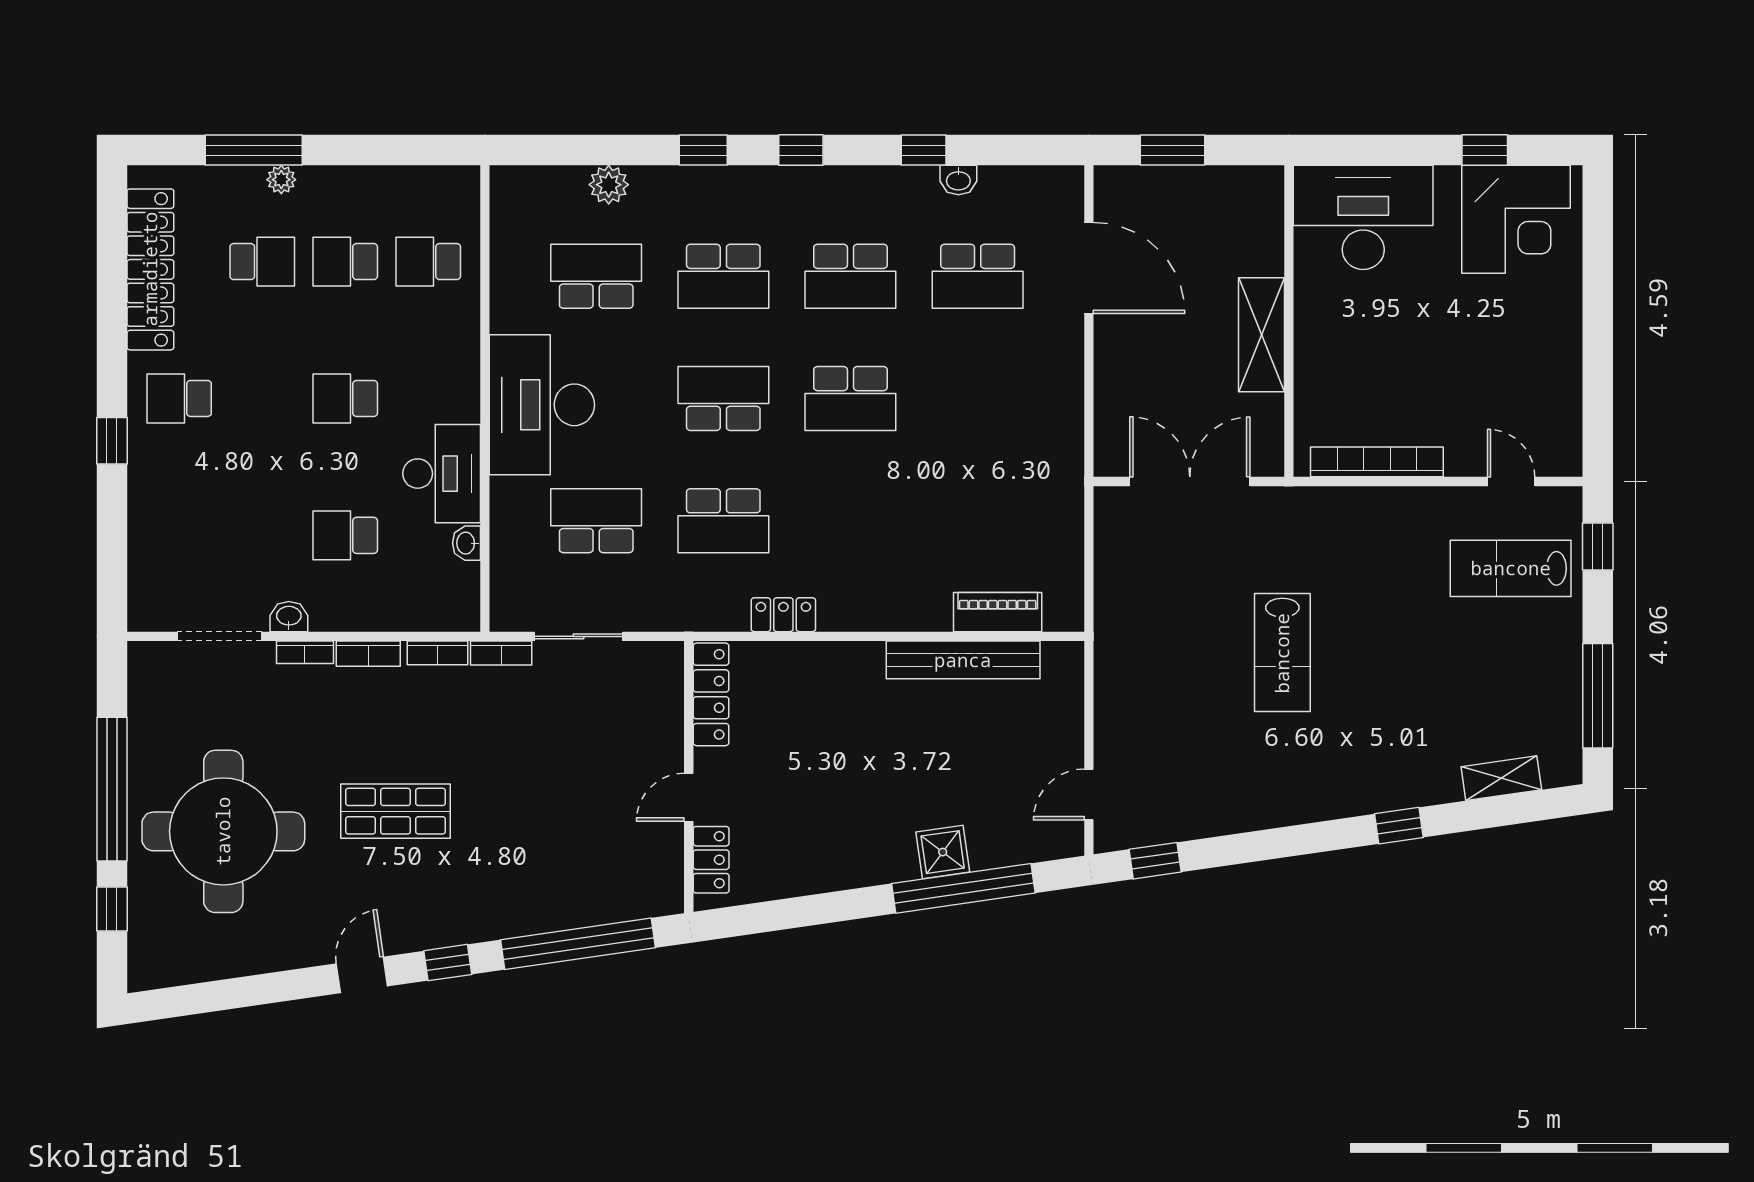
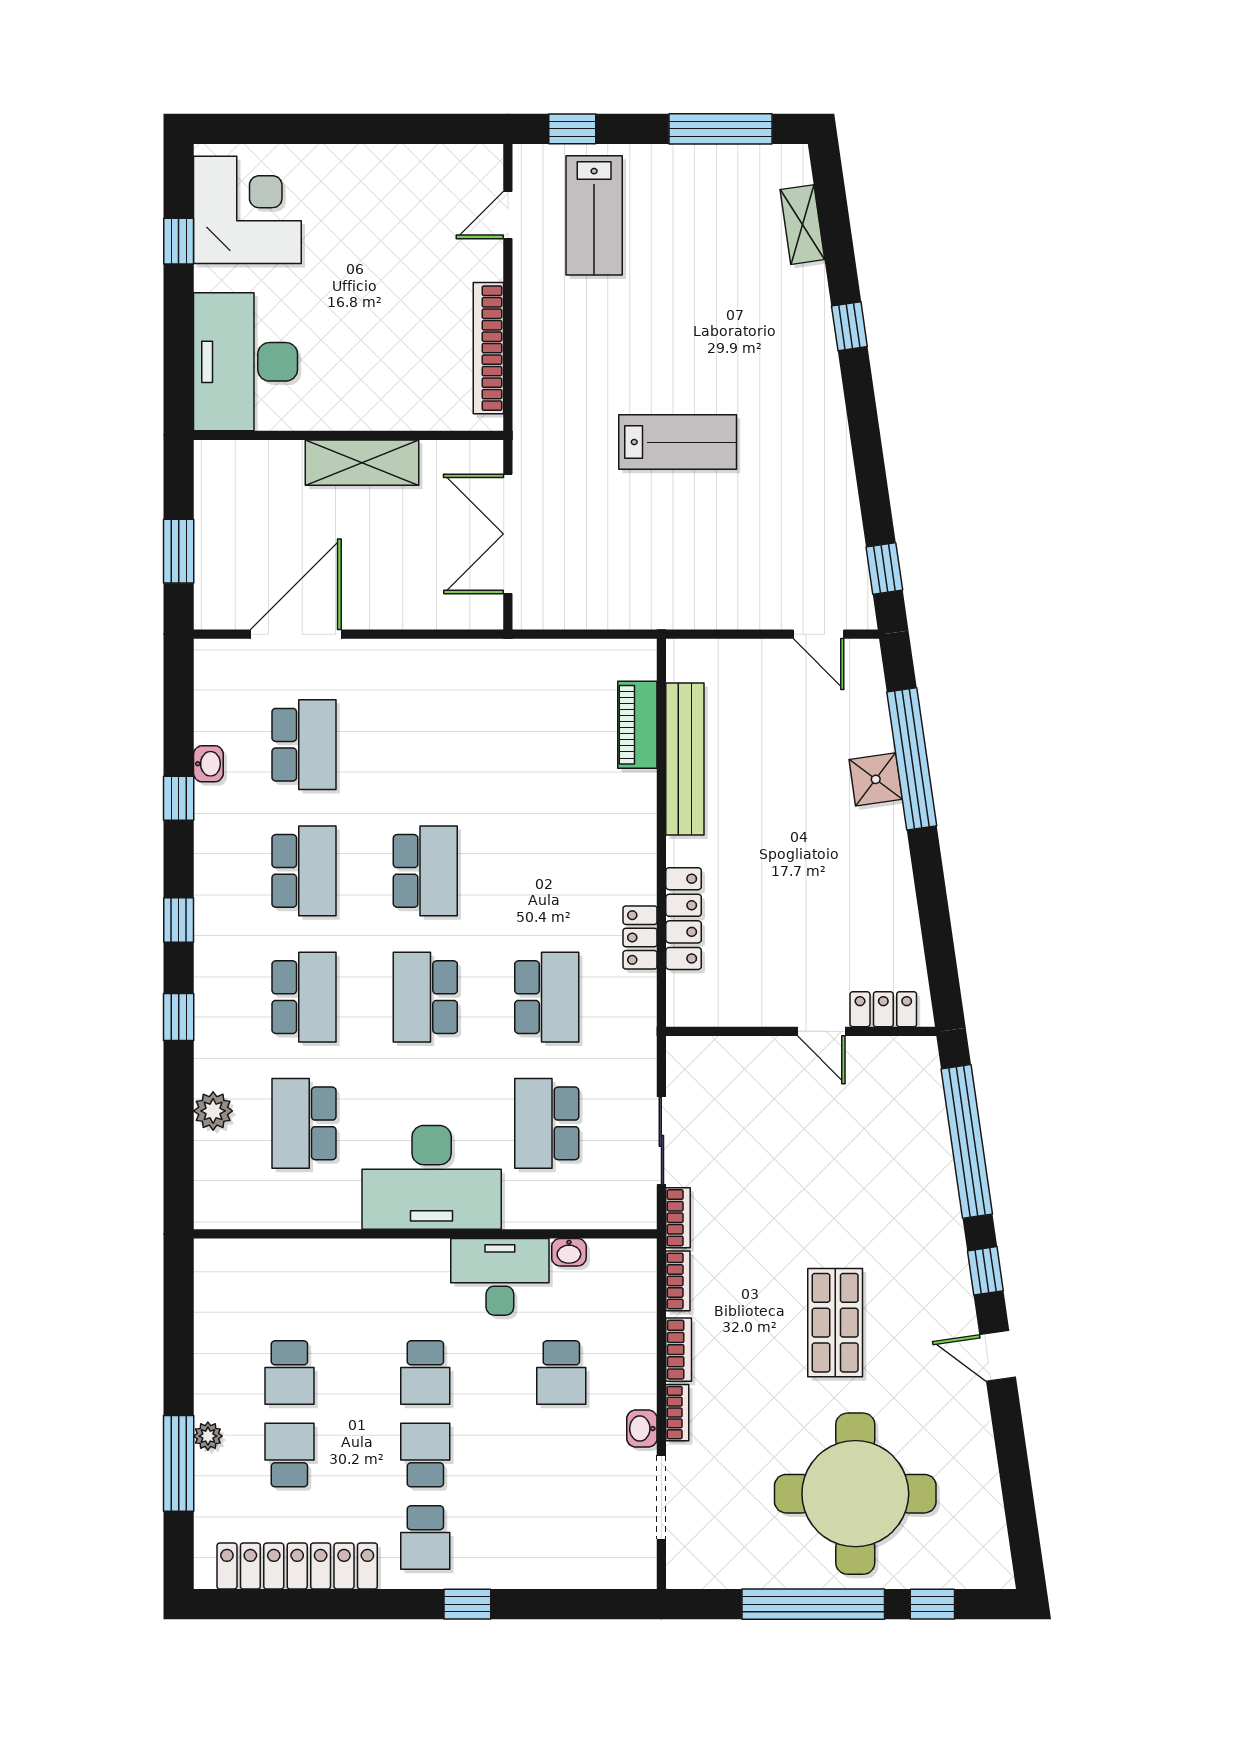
school desk: (428, 262) -> (425, 1455), moved, turned 180
locker: (711, 694) -> (684, 919), moved, turned 90

